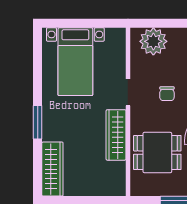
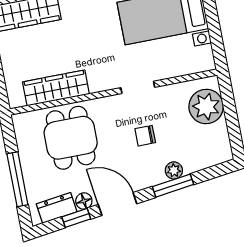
wardrobe: (116, 135) -> (56, 88), moved

